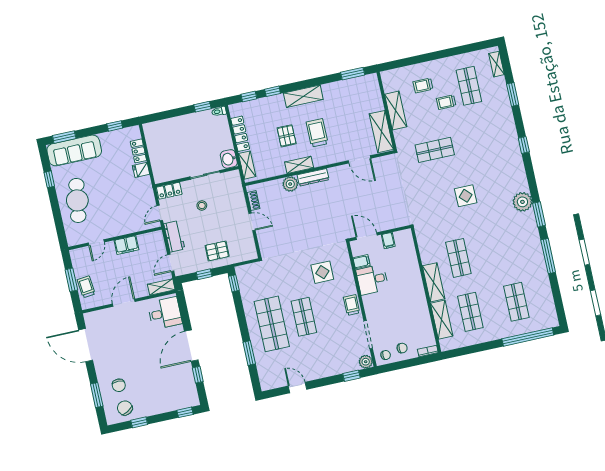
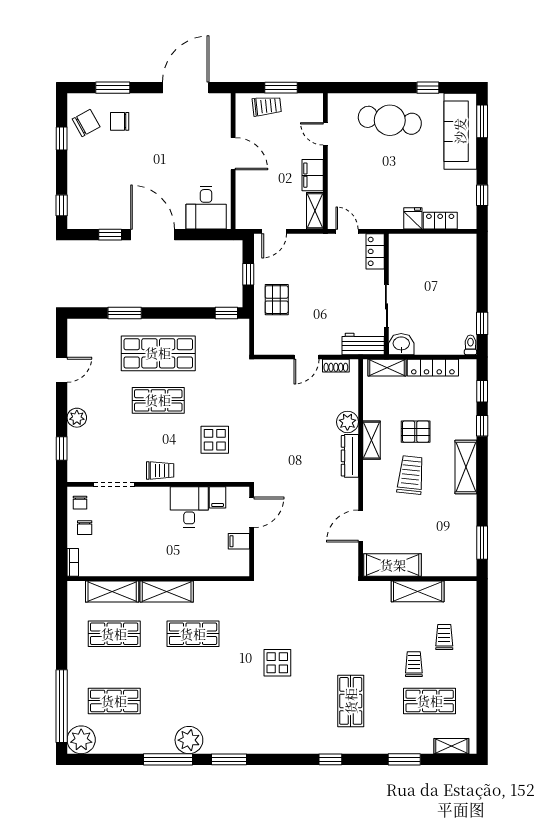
trolley: (317, 133) -> (411, 475), turned -84
shop shelf: (435, 150) -> (351, 701), moved
plant: (522, 202) -> (189, 740), moved
stool: (202, 206) -> (345, 292), removed
workbench: (174, 236) -> (363, 344), moved, turned 180
door: (171, 263) -> (274, 231), swing flipped
shelving: (161, 287) -> (315, 211), moved
plant: (548, 318) -> (81, 740), added
plant: (366, 362) -> (77, 418), moved

